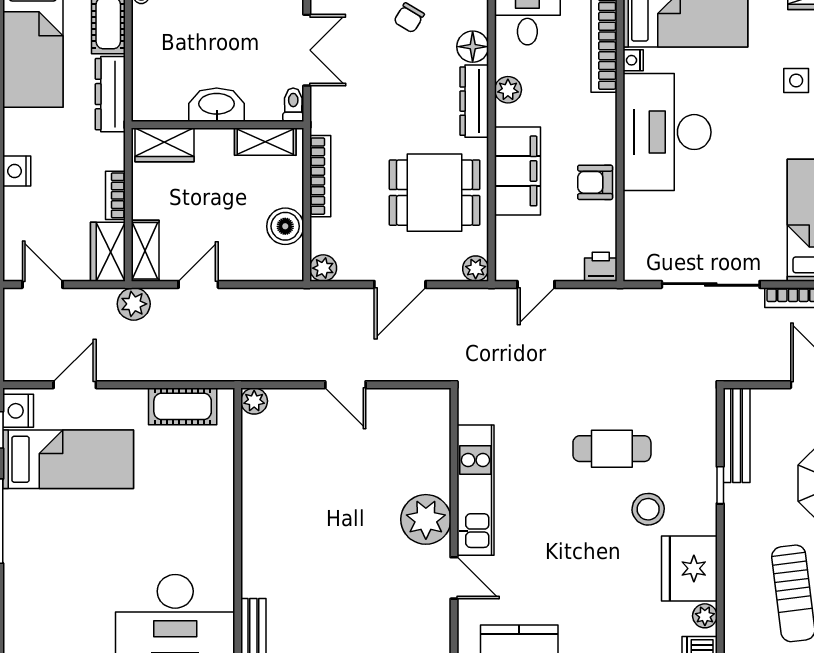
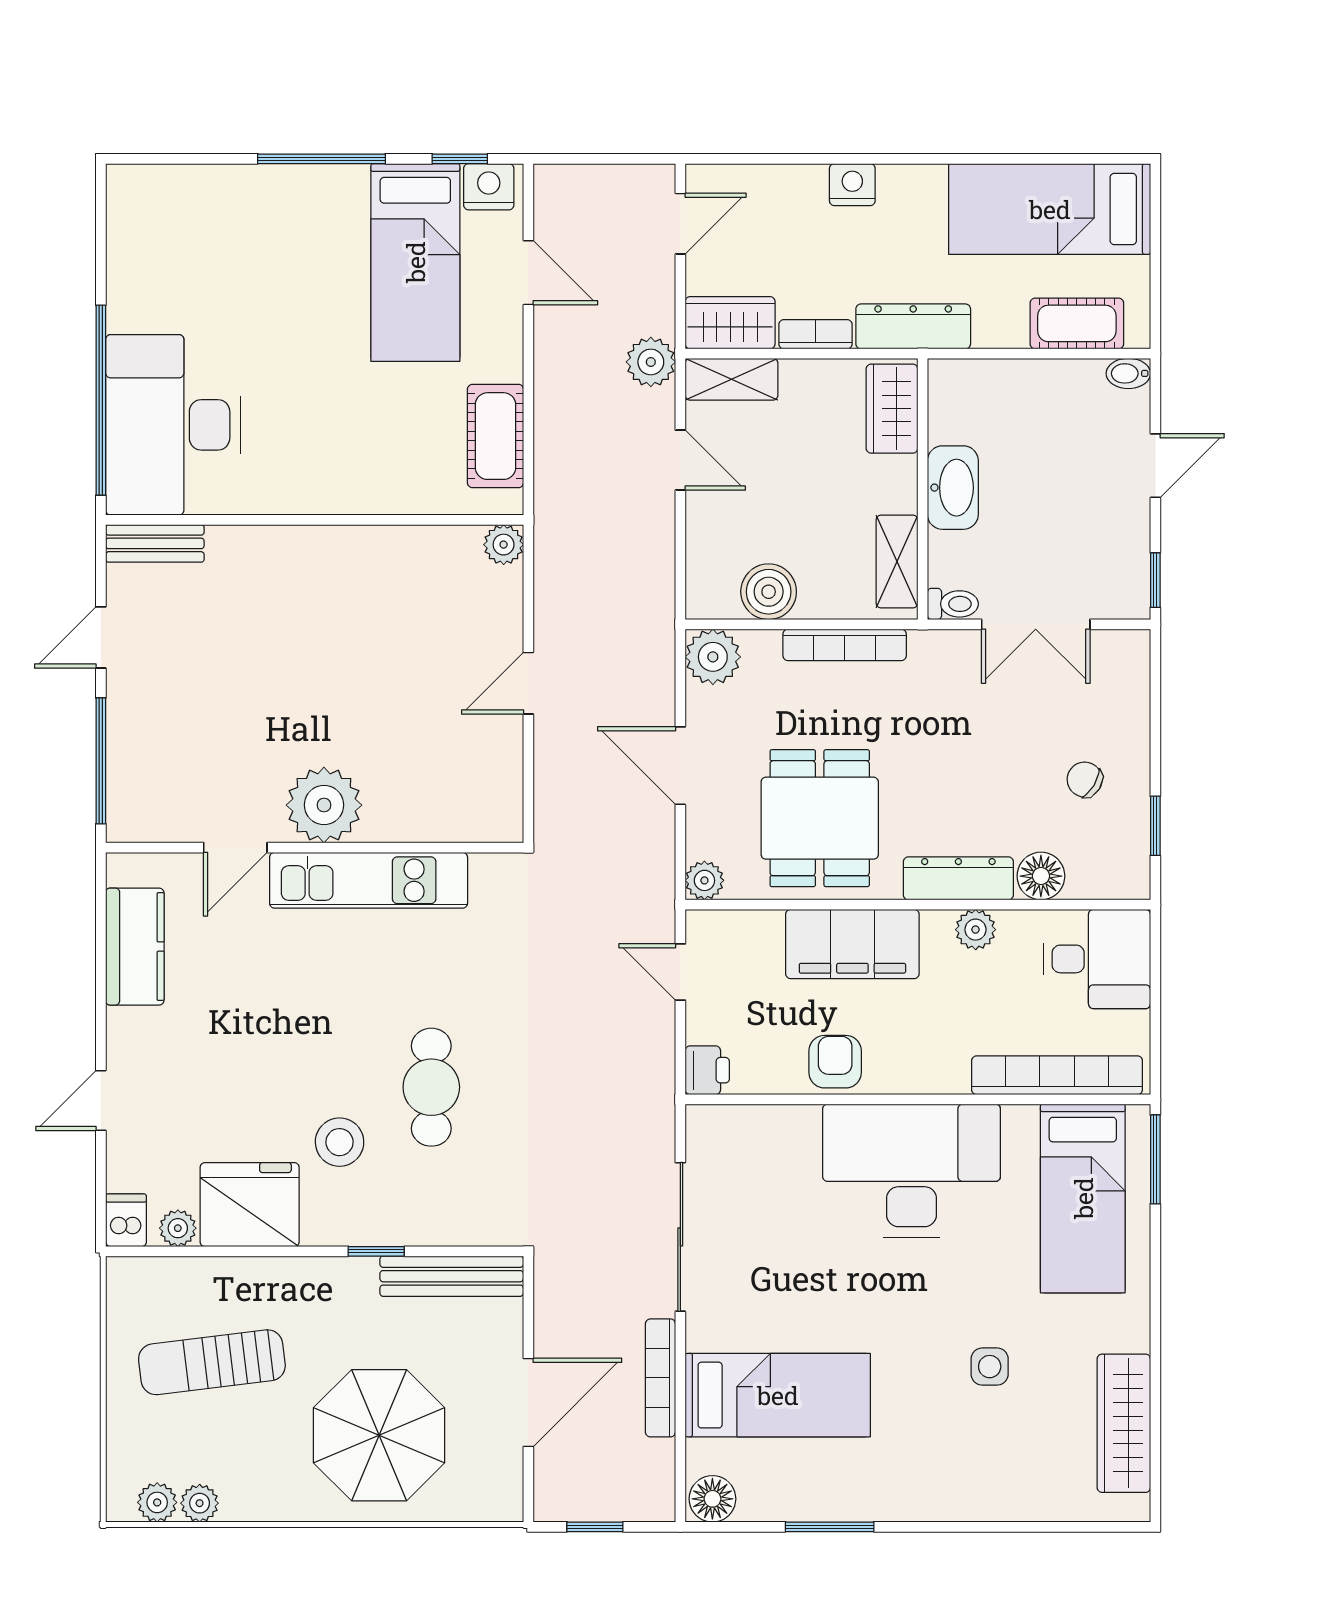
nightstand: (633, 60) -> (1020, 1119), removed
dresser: (110, 94) -> (913, 326), moved
plant: (323, 268) -> (713, 657), width x1.38, depth x1.38

